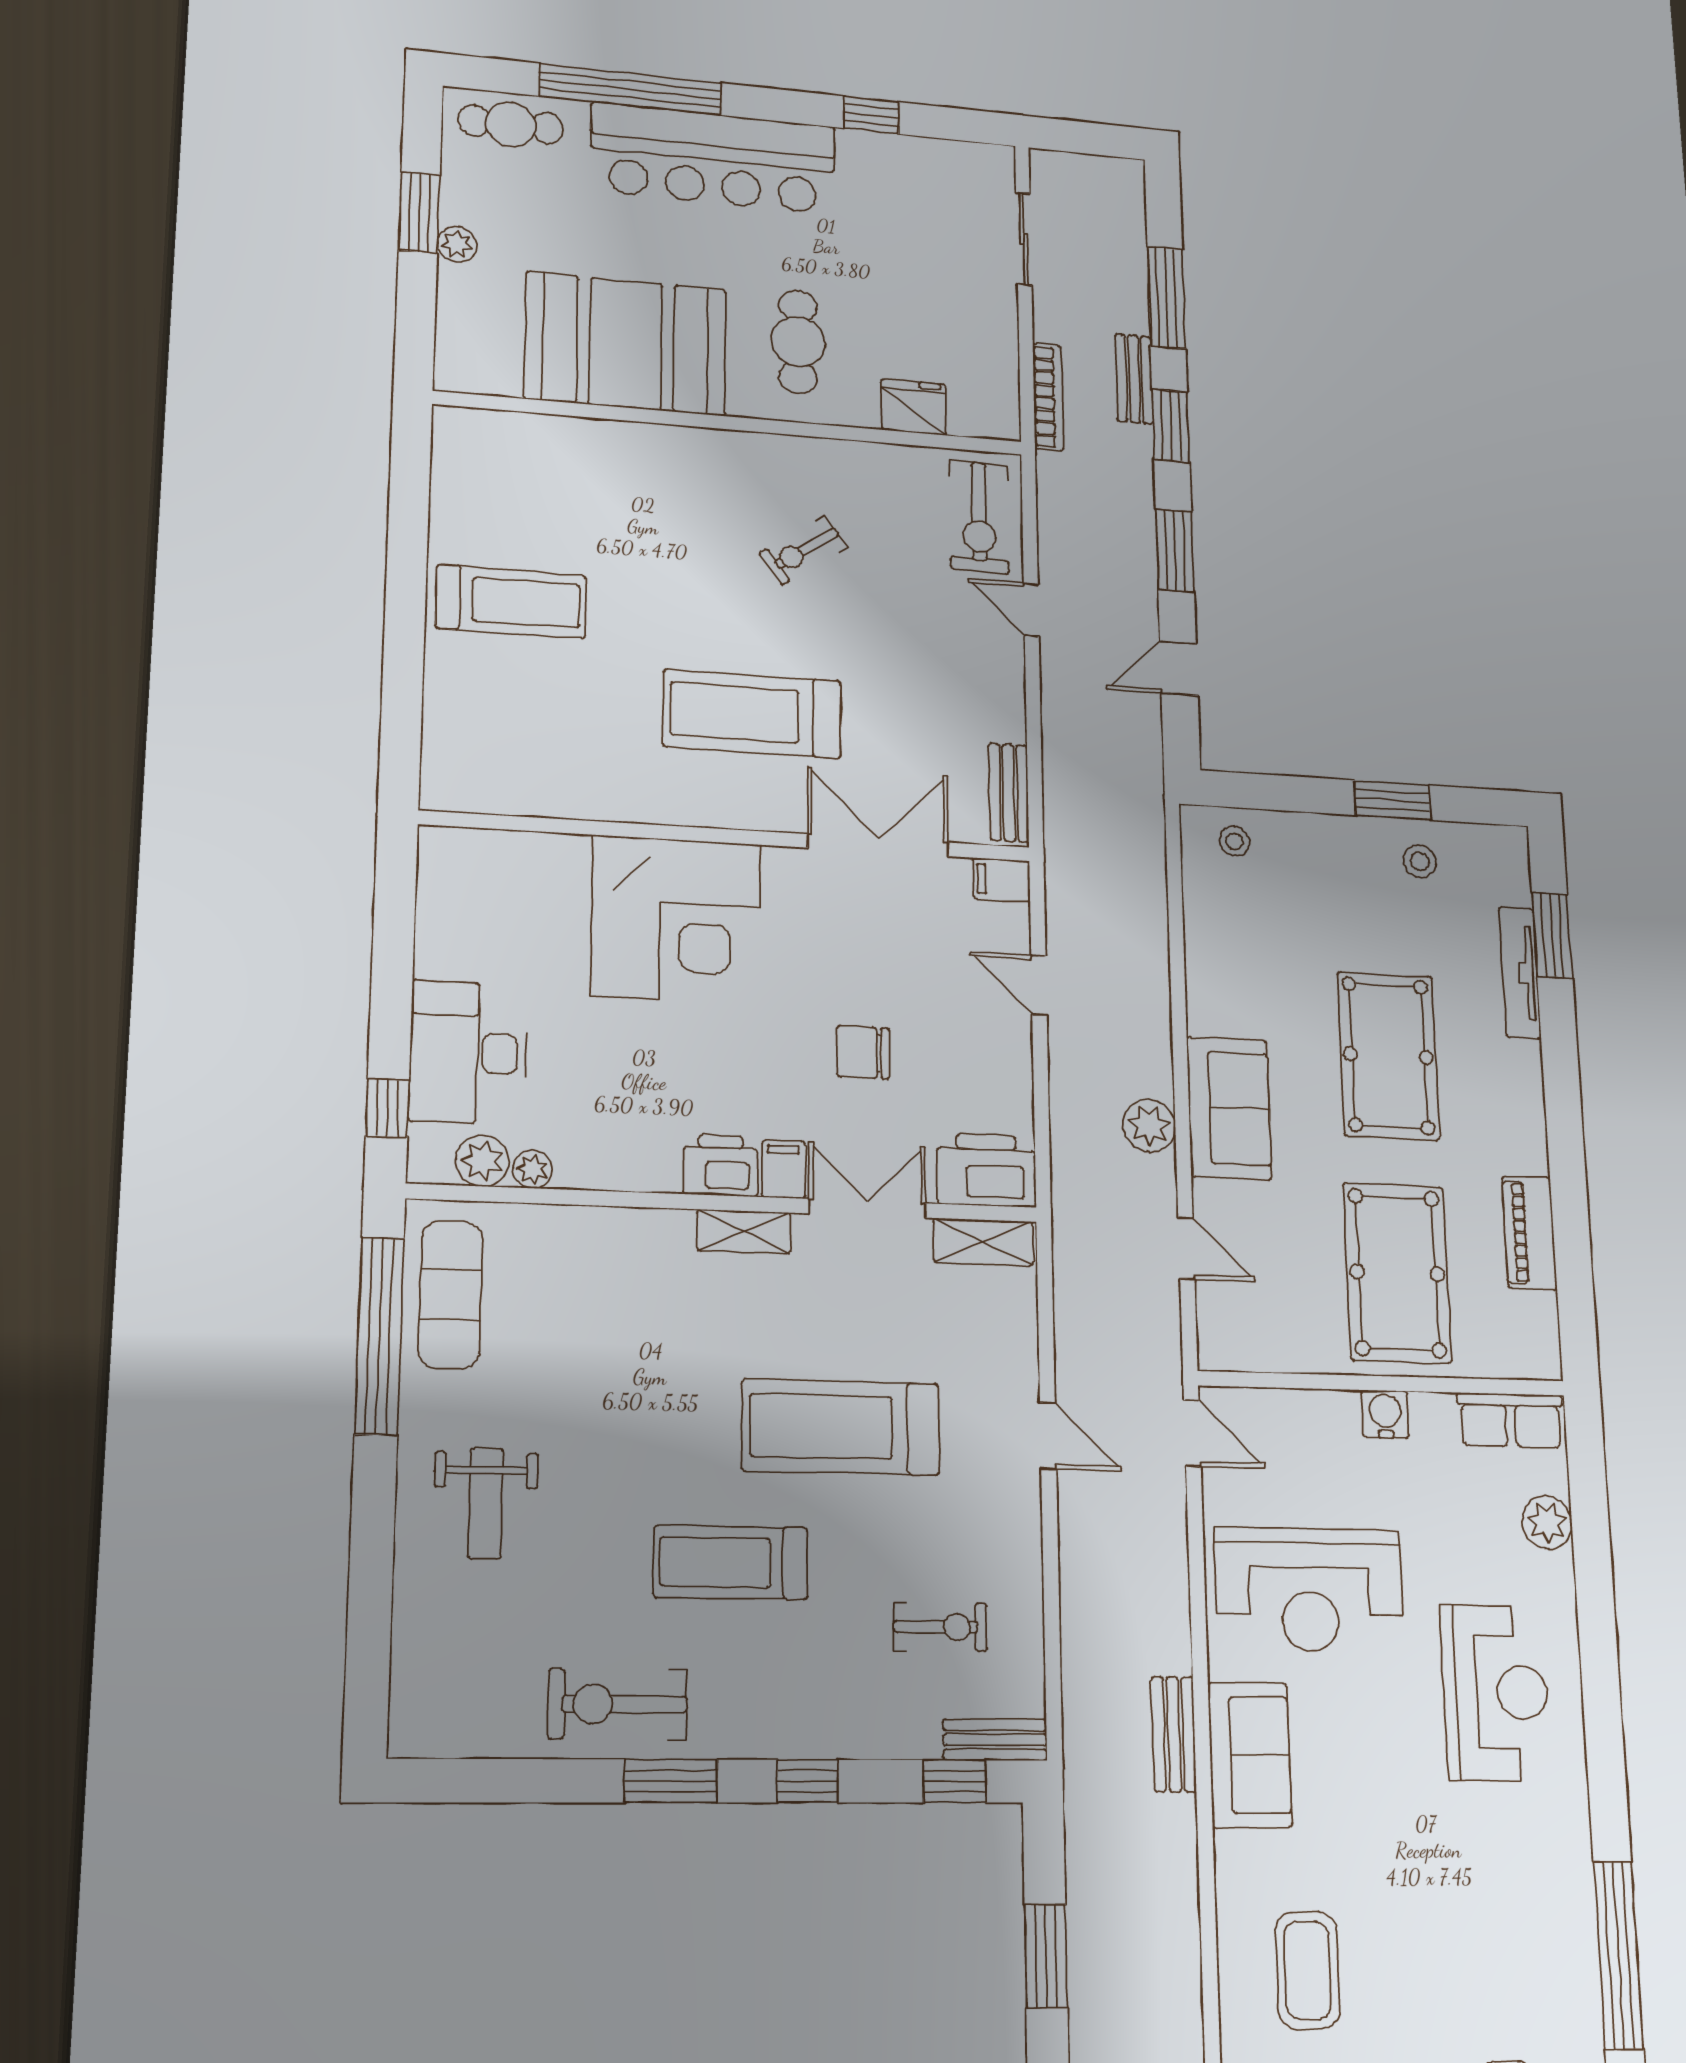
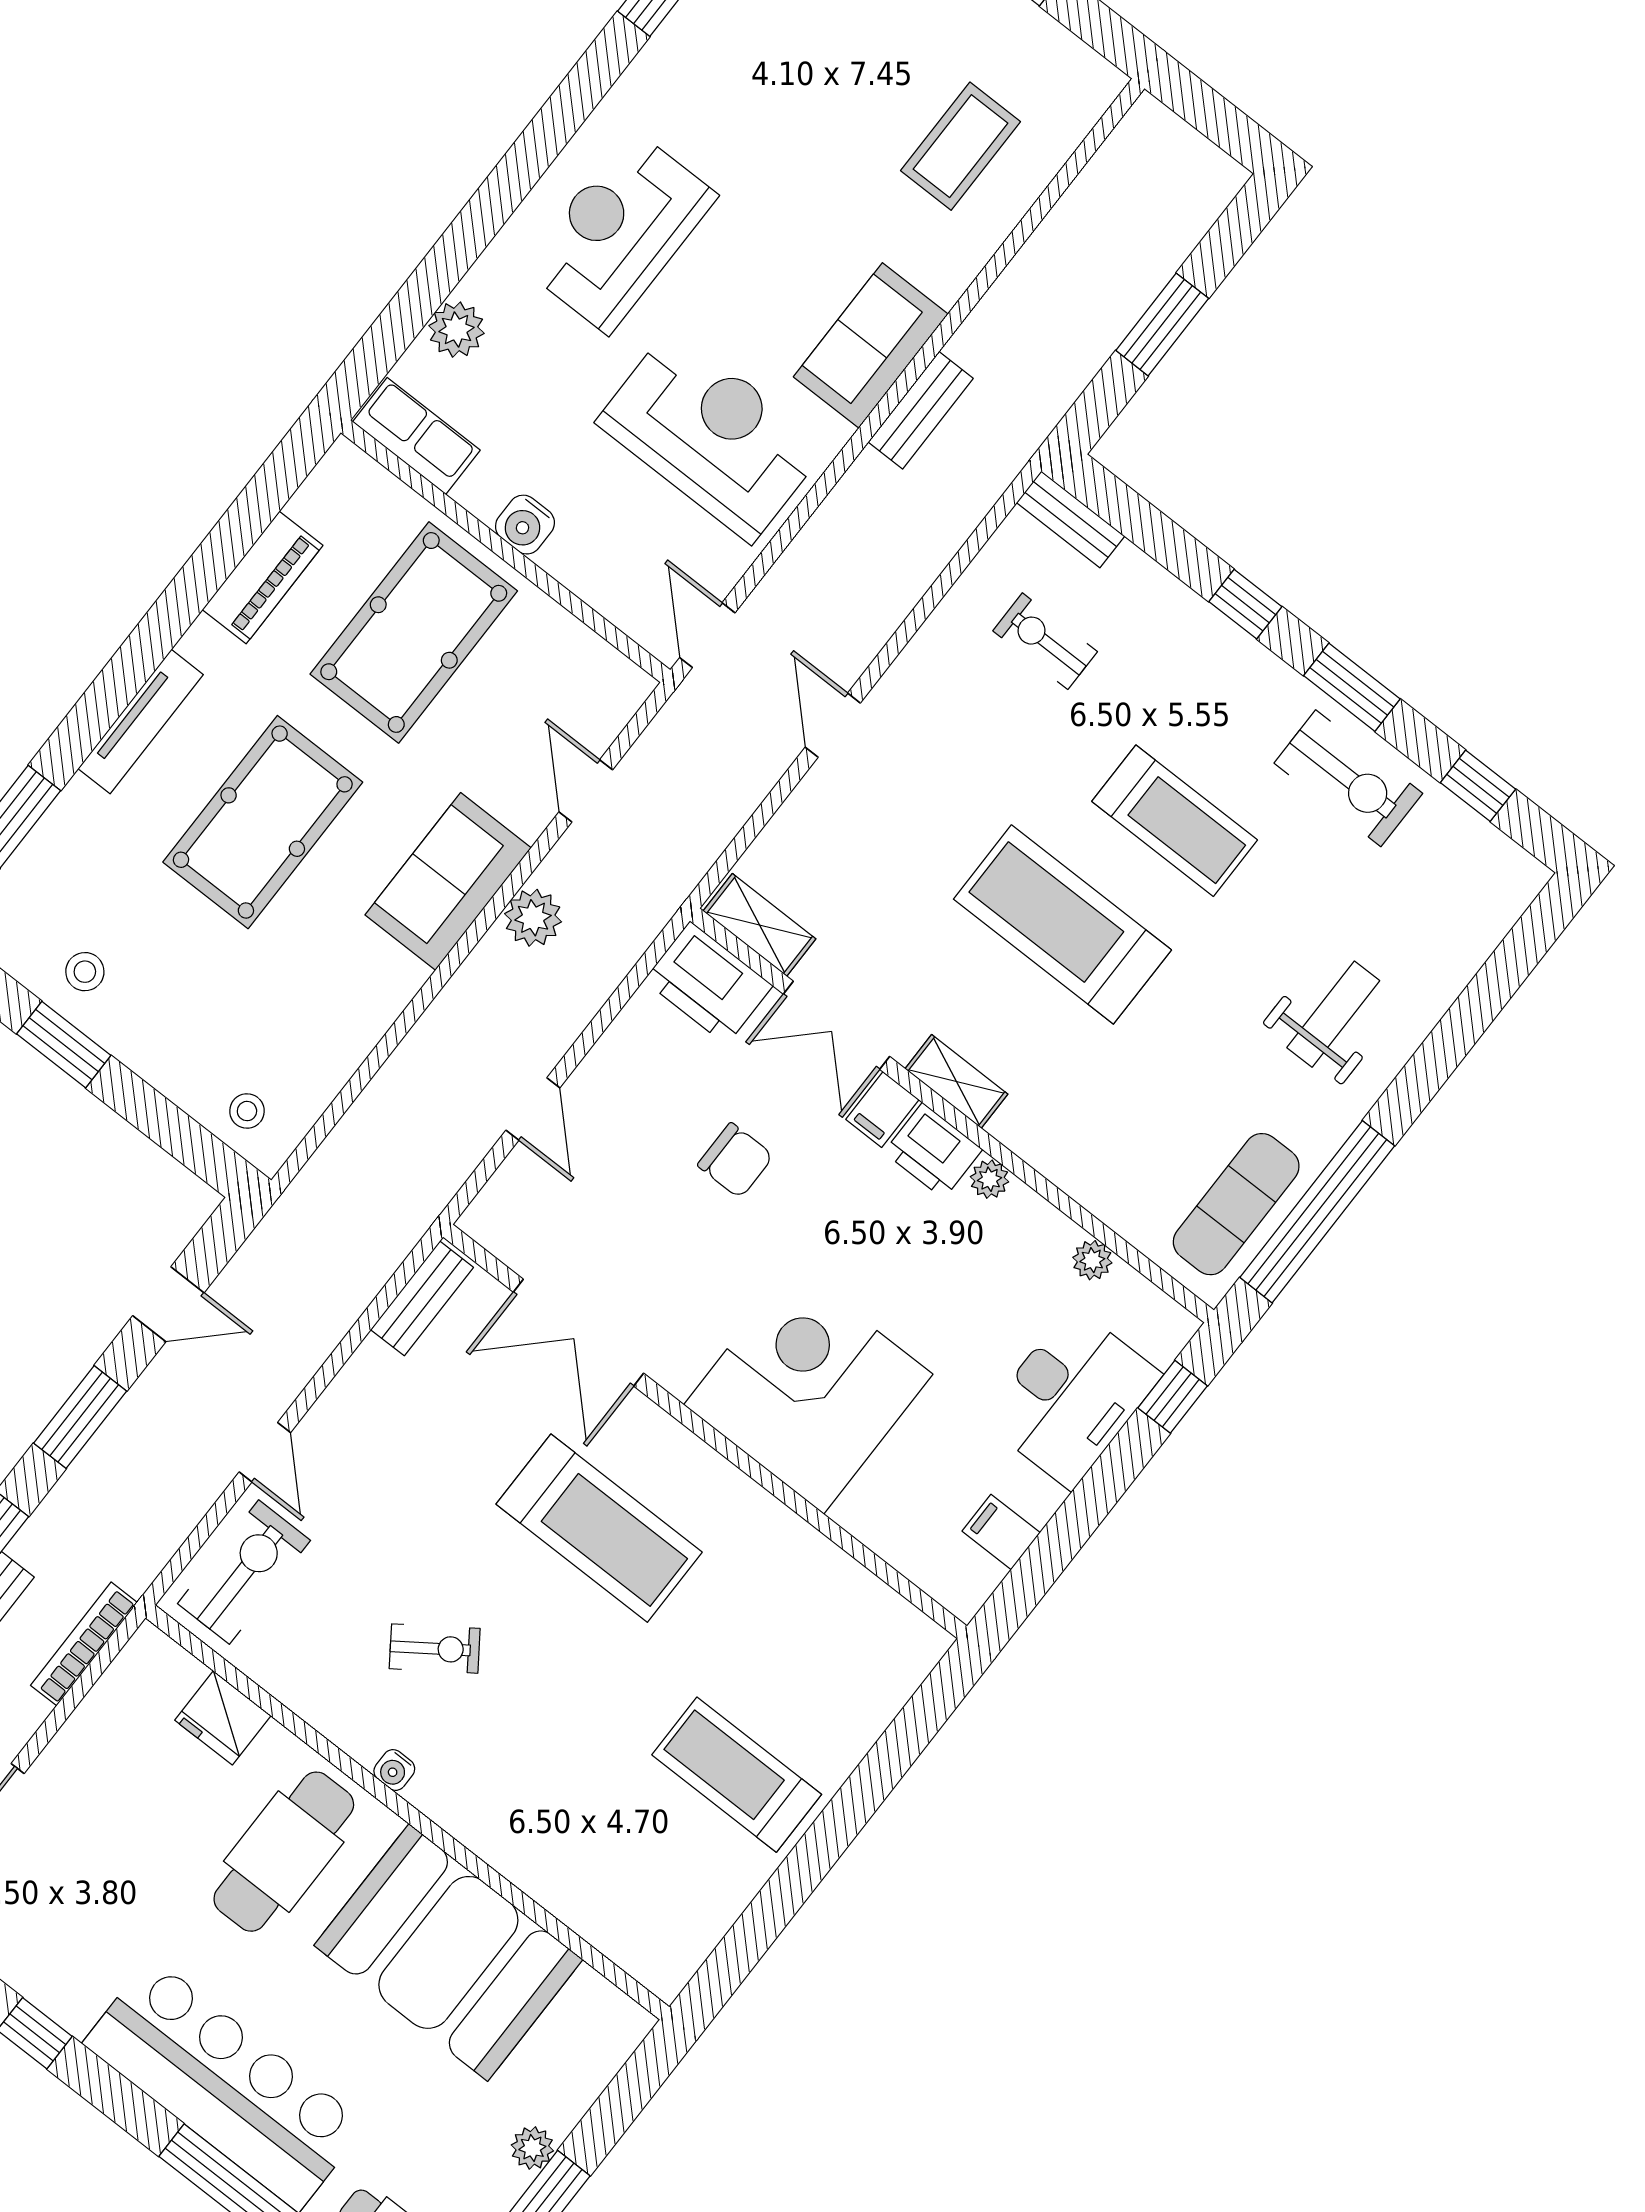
cafe table: (798, 342) -> (284, 1852), width x1.37, depth x1.35
water cooler: (765, 447) -> (394, 1770), added
filing cabinet: (1001, 880) -> (1001, 1532), moved, turned 180
tv unit: (1520, 973) -> (141, 722), moved
plant: (482, 1161) -> (990, 1179), moved, width x0.73, depth x0.73
treadmill: (841, 1427) -> (1062, 924), moved, turned 180
window: (955, 1781) -> (1478, 786), moved

